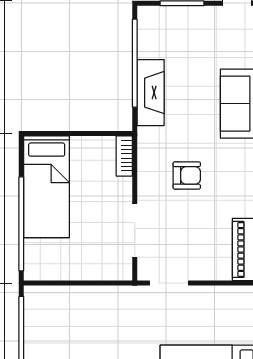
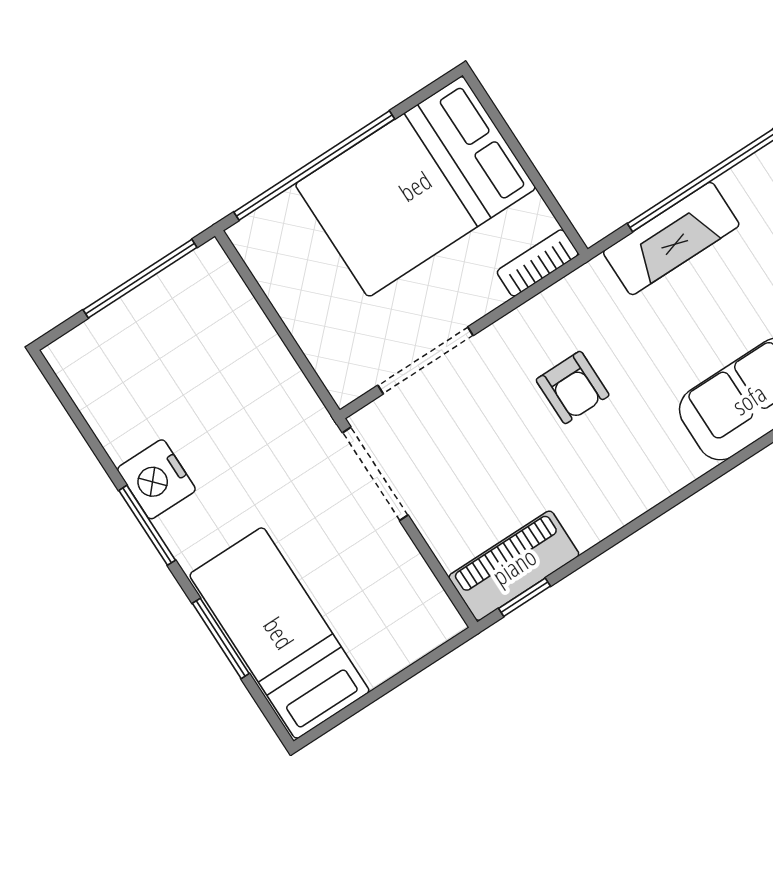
bed: (47, 187) -> (415, 186), width x1.50
doorway: (169, 283) -> (375, 474), width x1.38

